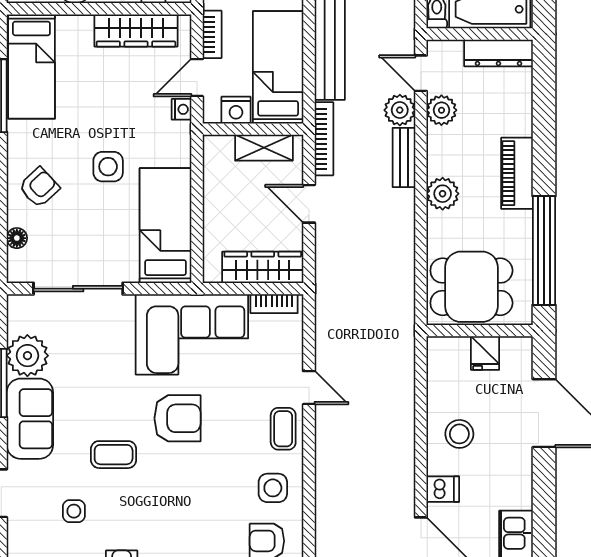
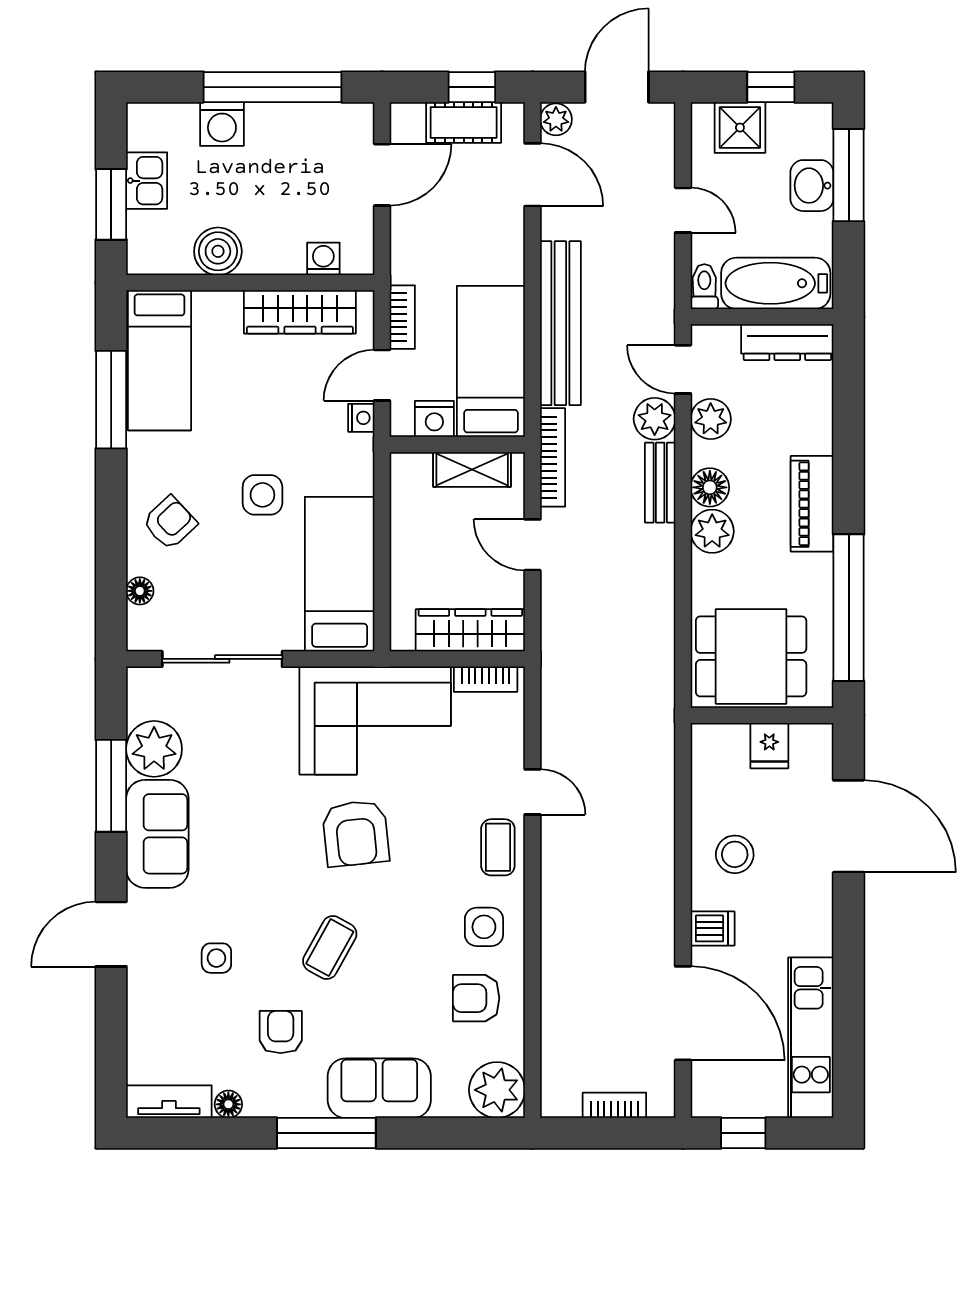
floor lamp: (441, 161) -> (710, 487), added
armchair: (177, 418) -> (356, 833), turned 84
coffee table: (114, 455) -> (330, 948), moved, turned -61

